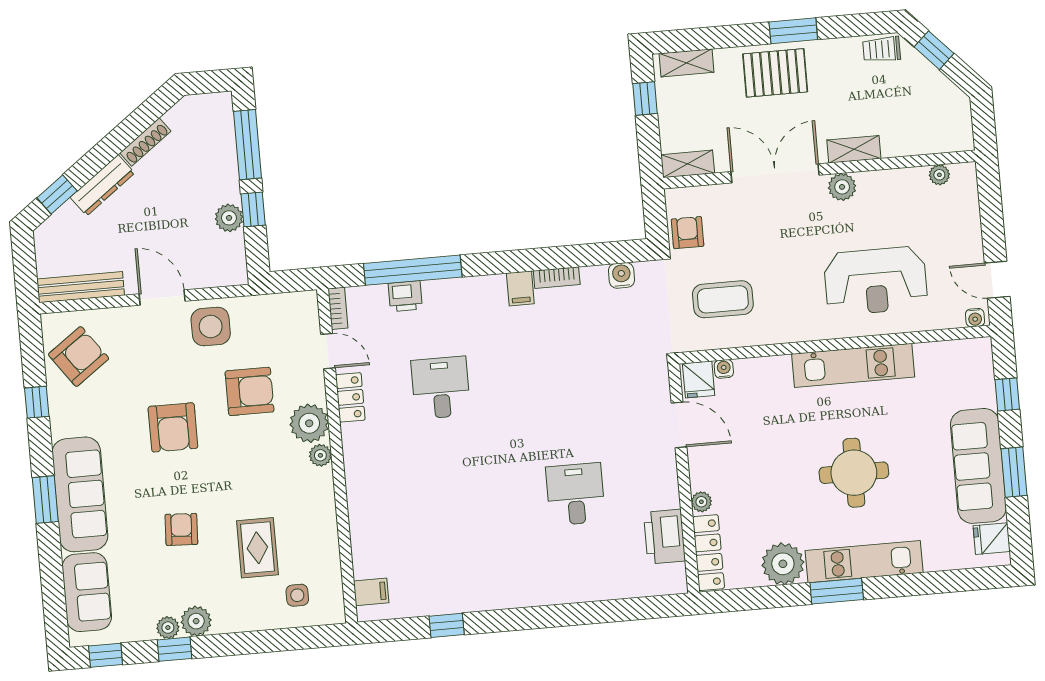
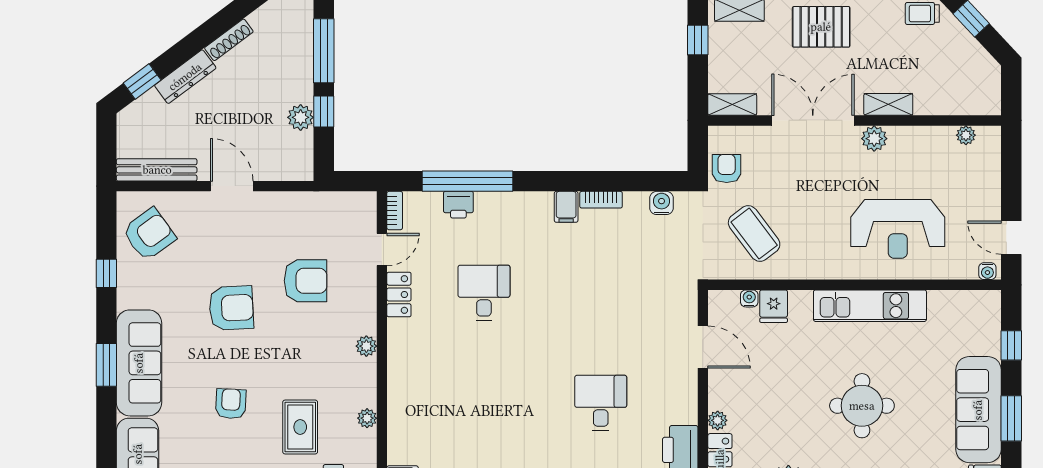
coffee table: (723, 299) -> (754, 234), turned 53
side table: (211, 326) -> (275, 217), removed
door: (328, 351) -> (382, 250), hinge flipped
fridge: (699, 379) -> (774, 306), moved
plant: (309, 423) -> (367, 418), moved, width x0.53, depth x0.53
armchair: (173, 427) -> (231, 308), turned -93

